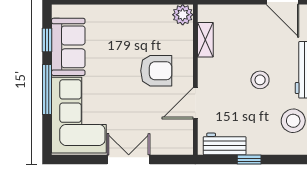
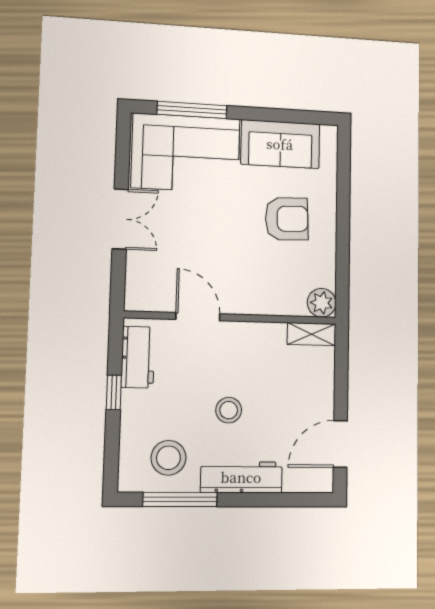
window: (47, 40) -> (290, 116), removed
shelving: (205, 40) -> (311, 334), moved
armchair: (156, 71) -> (287, 219), moved, turned -92
window: (47, 90) -> (192, 110), moved

